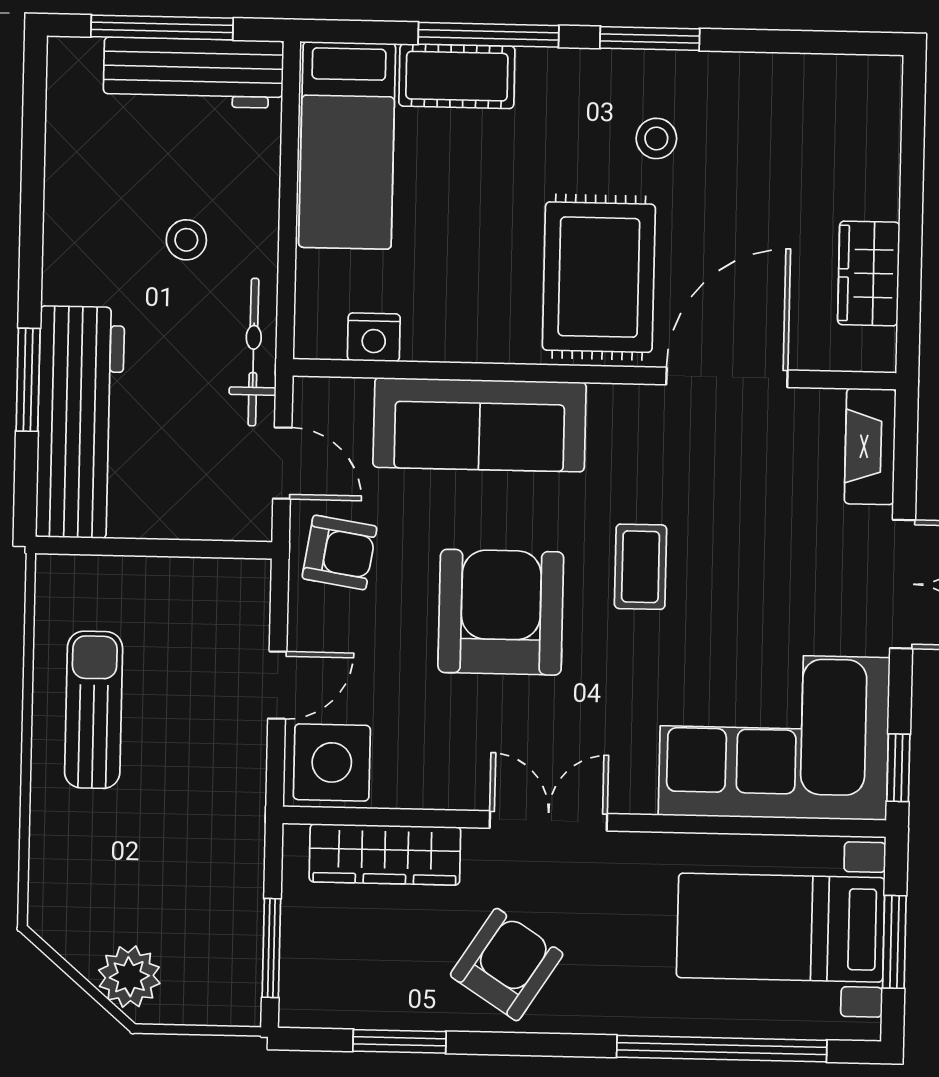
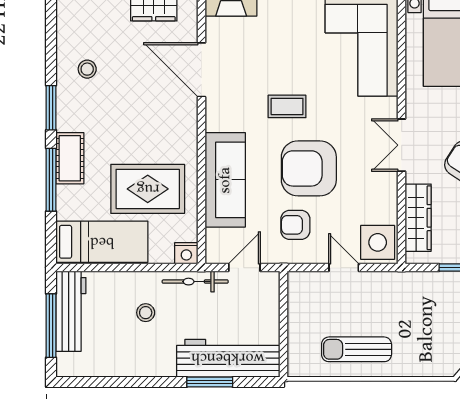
cot: (457, 76) -> (70, 158), moved
stool: (656, 138) -> (87, 69), moved
rug: (599, 277) -> (148, 189), moved
nightstand: (374, 337) -> (186, 253), moved, turned 90
armchair: (339, 552) -> (295, 225), moved, turned -99

